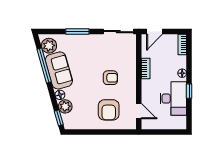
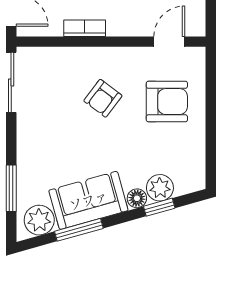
window: (77, 32) -> (11, 188), moved
window: (44, 66) -> (79, 230), width x0.69
armchair: (110, 78) -> (103, 98), turned -143
window: (59, 118) -> (159, 207), moved

